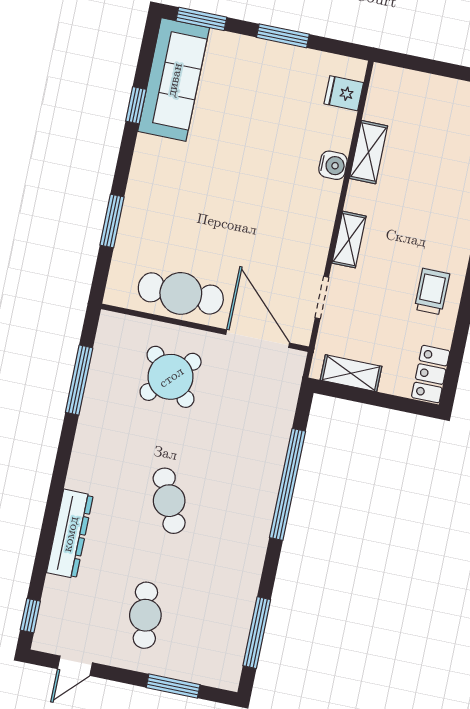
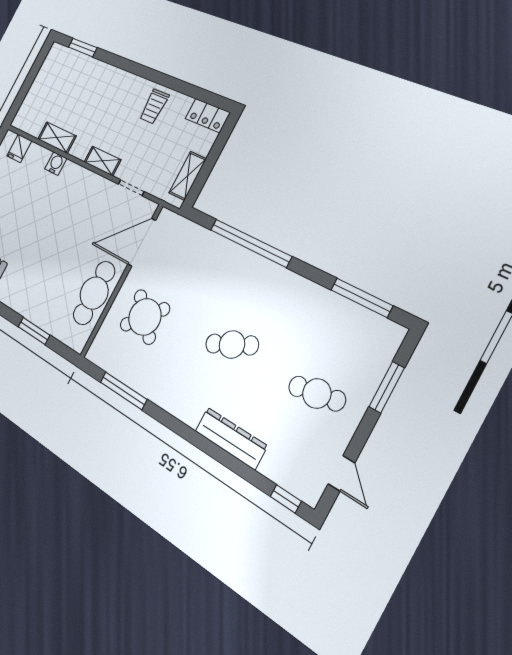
trolley: (432, 292) -> (154, 106), turned -90

